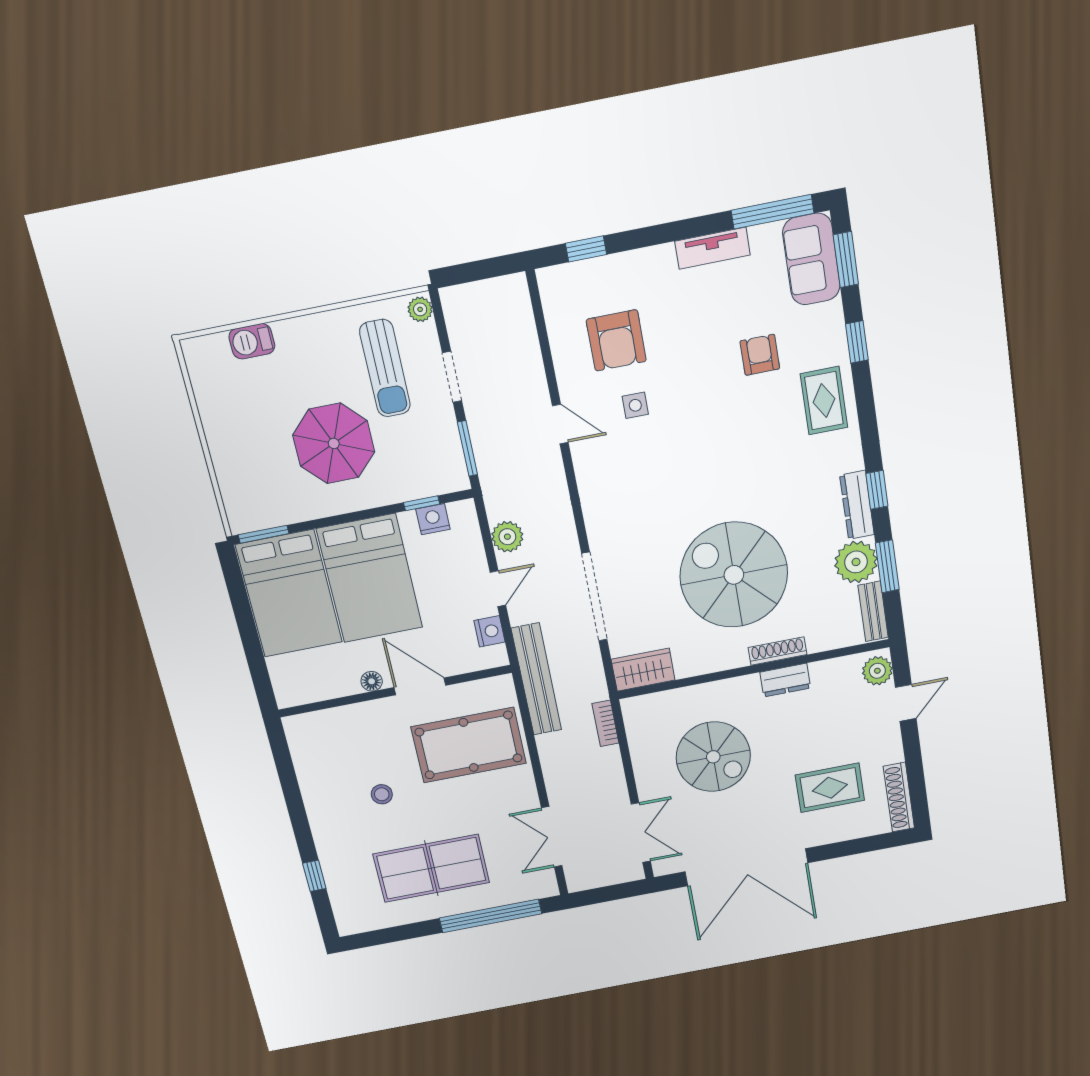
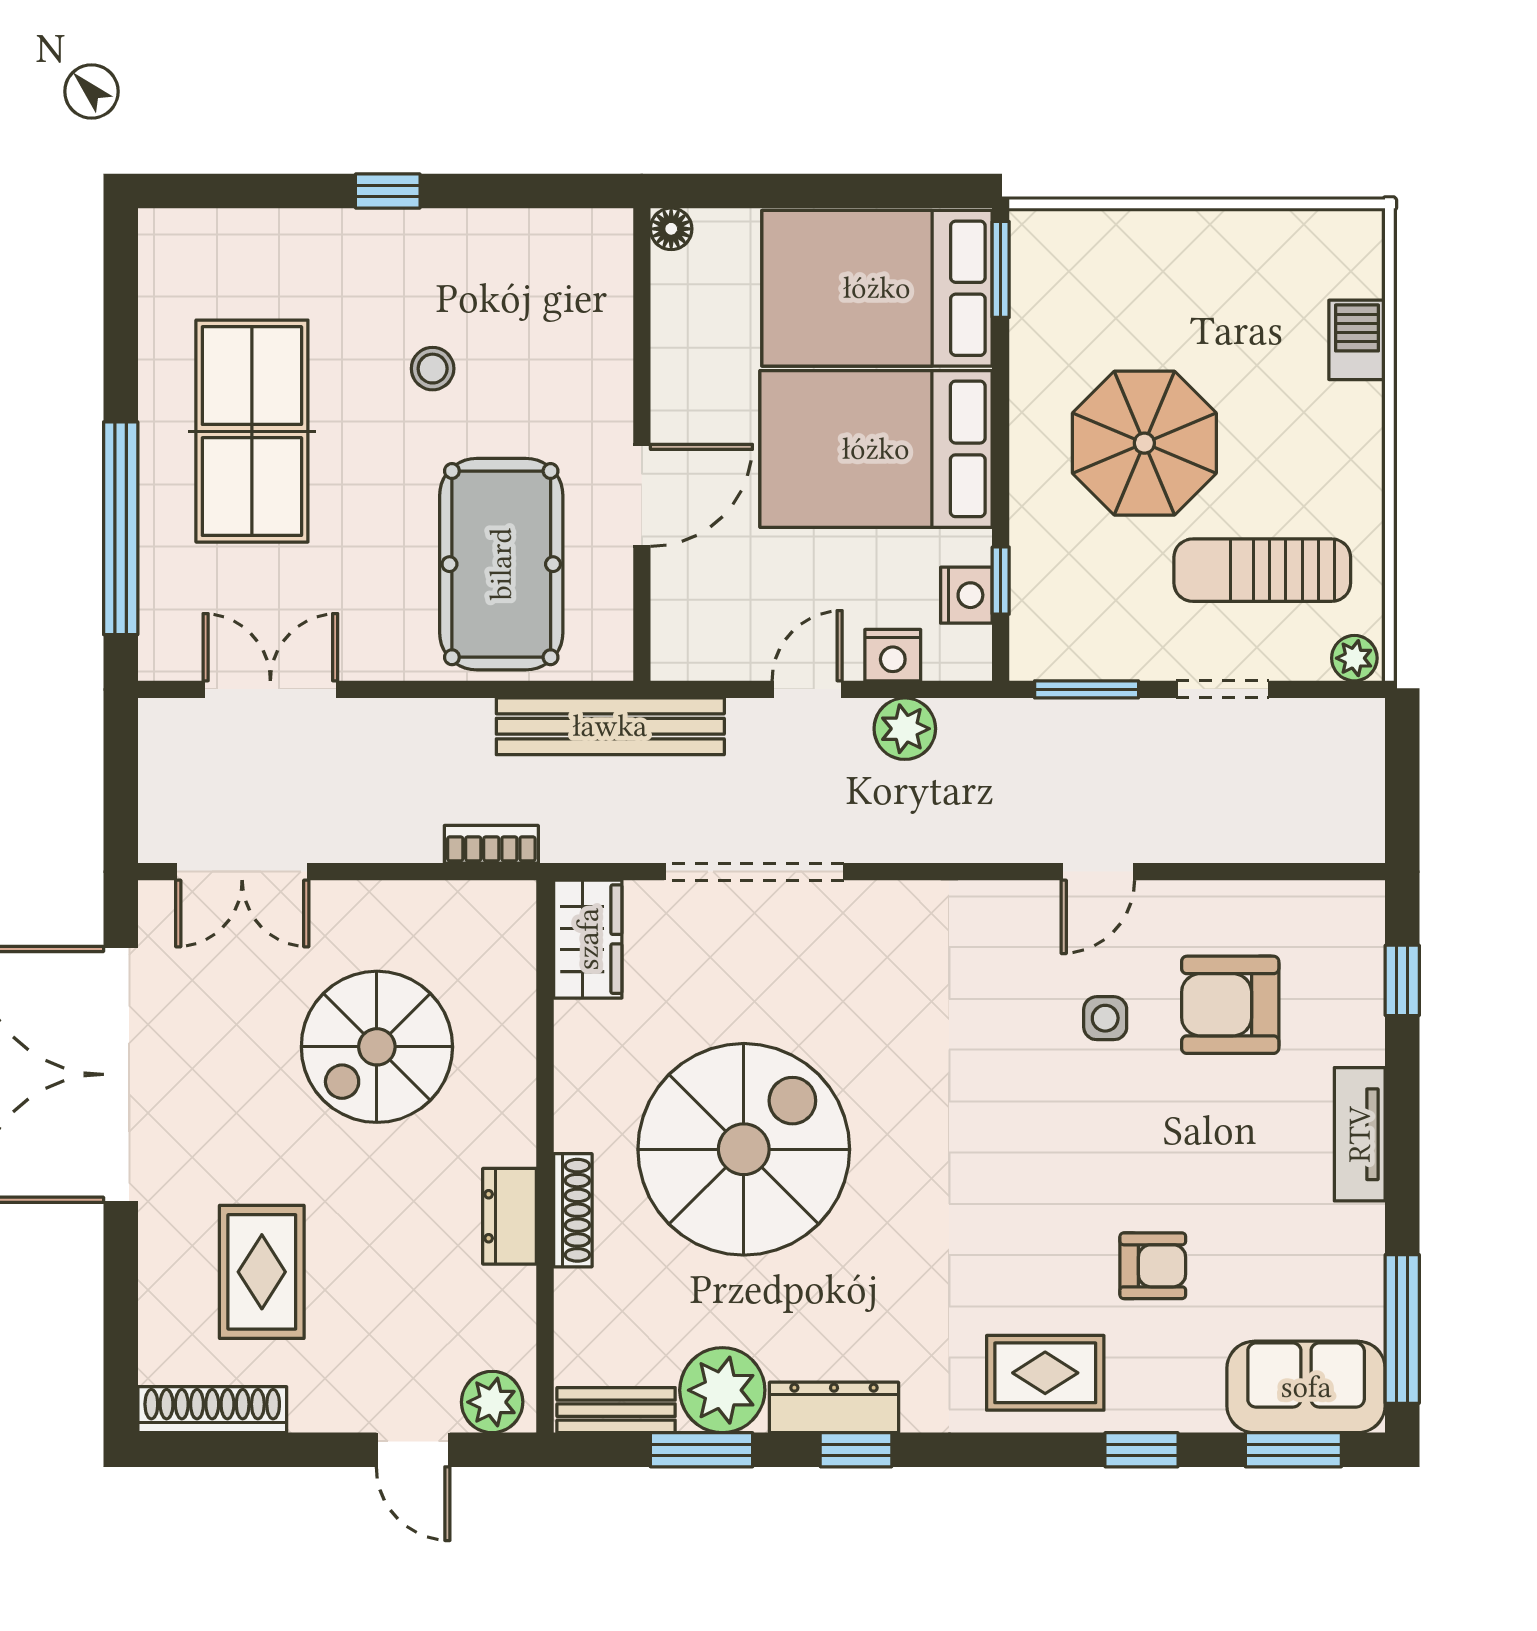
tv unit: (712, 248) -> (1360, 1134), moved
door: (498, 589) -> (807, 689), swing flipped
nightstand: (489, 631) -> (893, 655), moved
floor lamp: (372, 681) -> (671, 229), moved
window: (314, 876) -> (388, 191), moved

